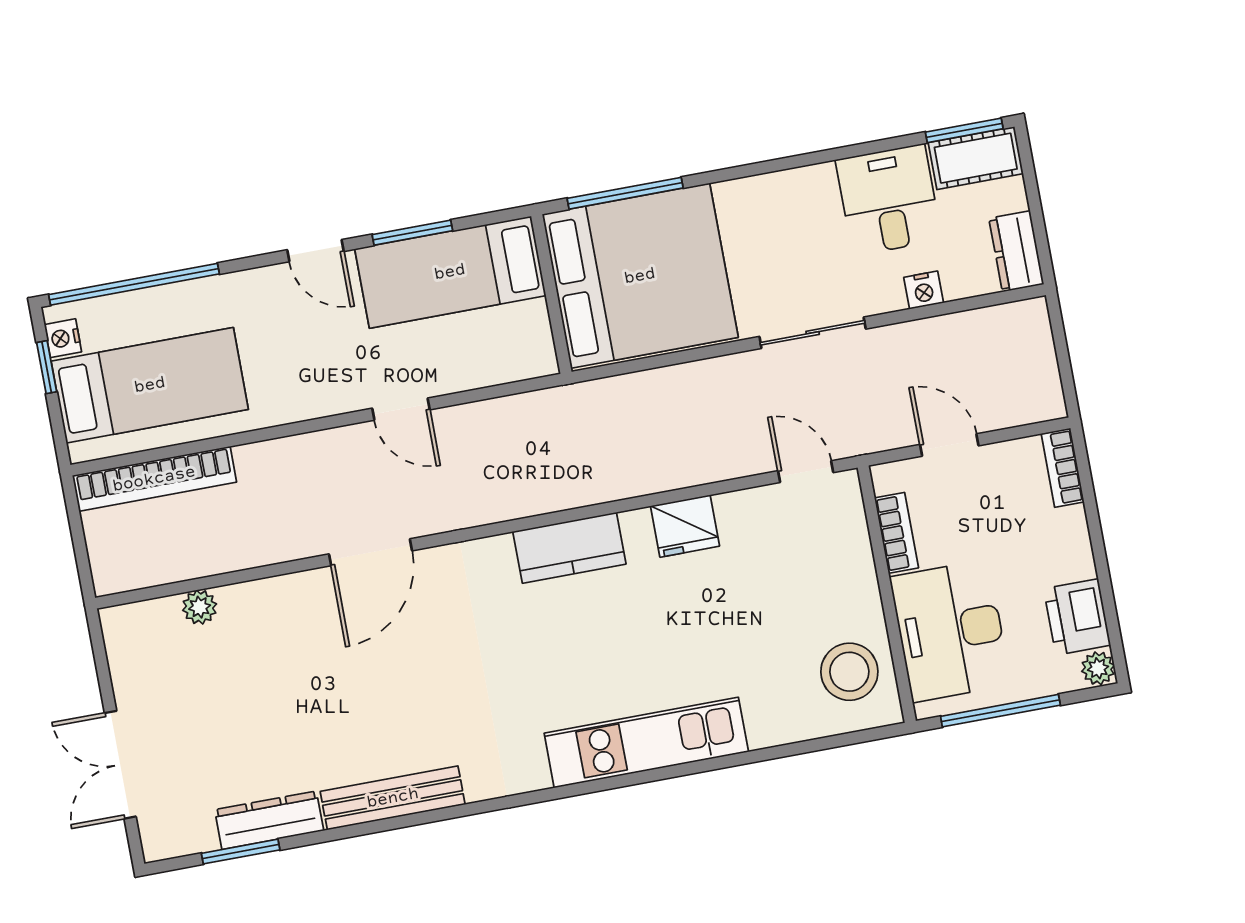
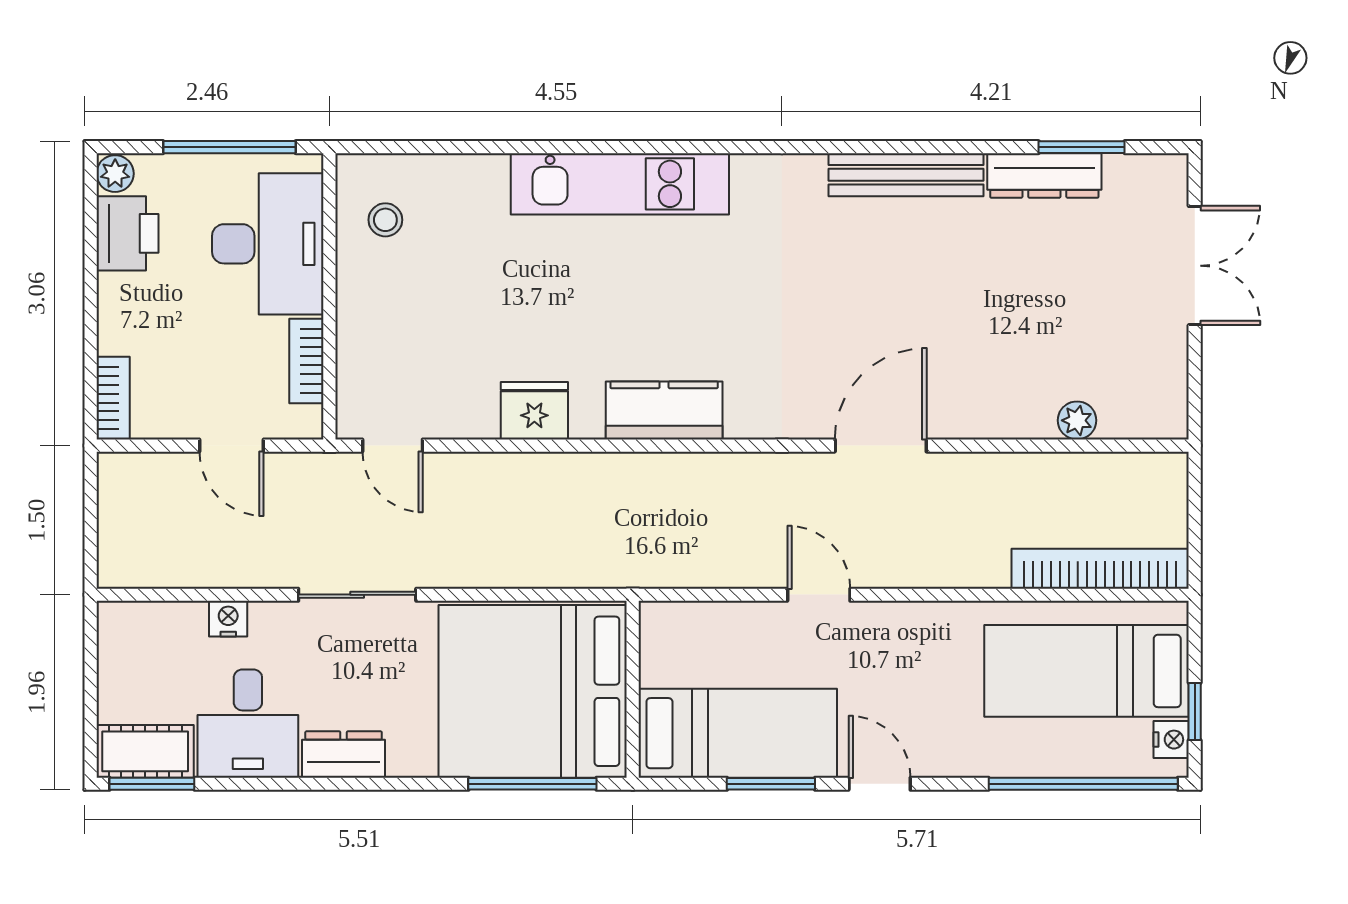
dresser: (1016, 251) -> (344, 754), moved, turned -90
stool: (849, 672) -> (385, 220), width x0.53, depth x0.53

